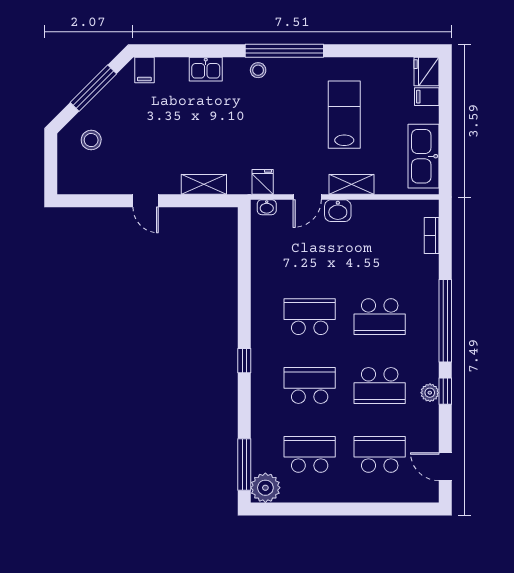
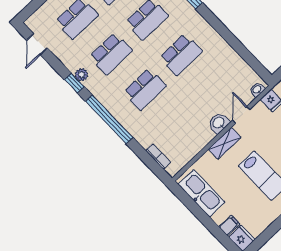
school desk: (380, 317) -> (145, 89), turned 180
school desk: (380, 385) -> (111, 54), turned 180
door: (445, 467) -> (37, 44), swing flipped

